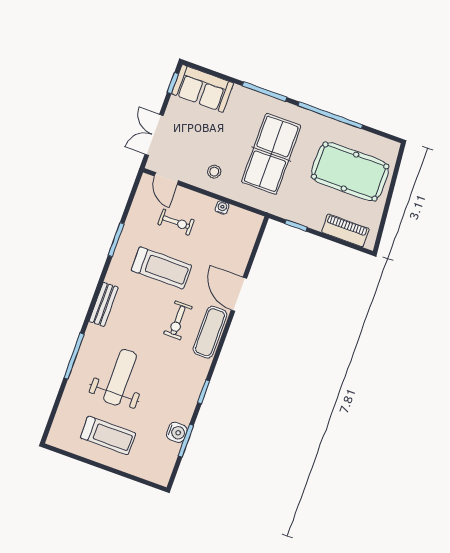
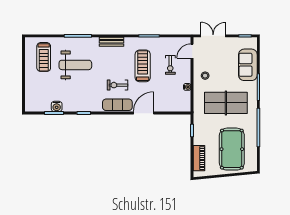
sofa: (203, 88) -> (248, 65), moved
treadmill: (161, 268) -> (143, 66), turned 180
treadmill: (108, 435) -> (44, 57), moved

